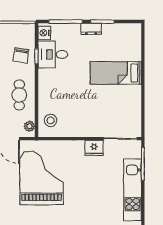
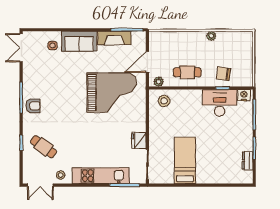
dresser: (91, 29) -> (248, 161), moved
desk: (53, 54) -> (220, 103), width x1.37
bed: (116, 73) -> (185, 160), moved

